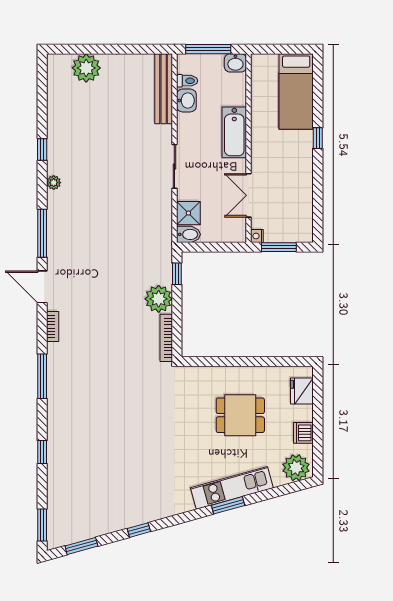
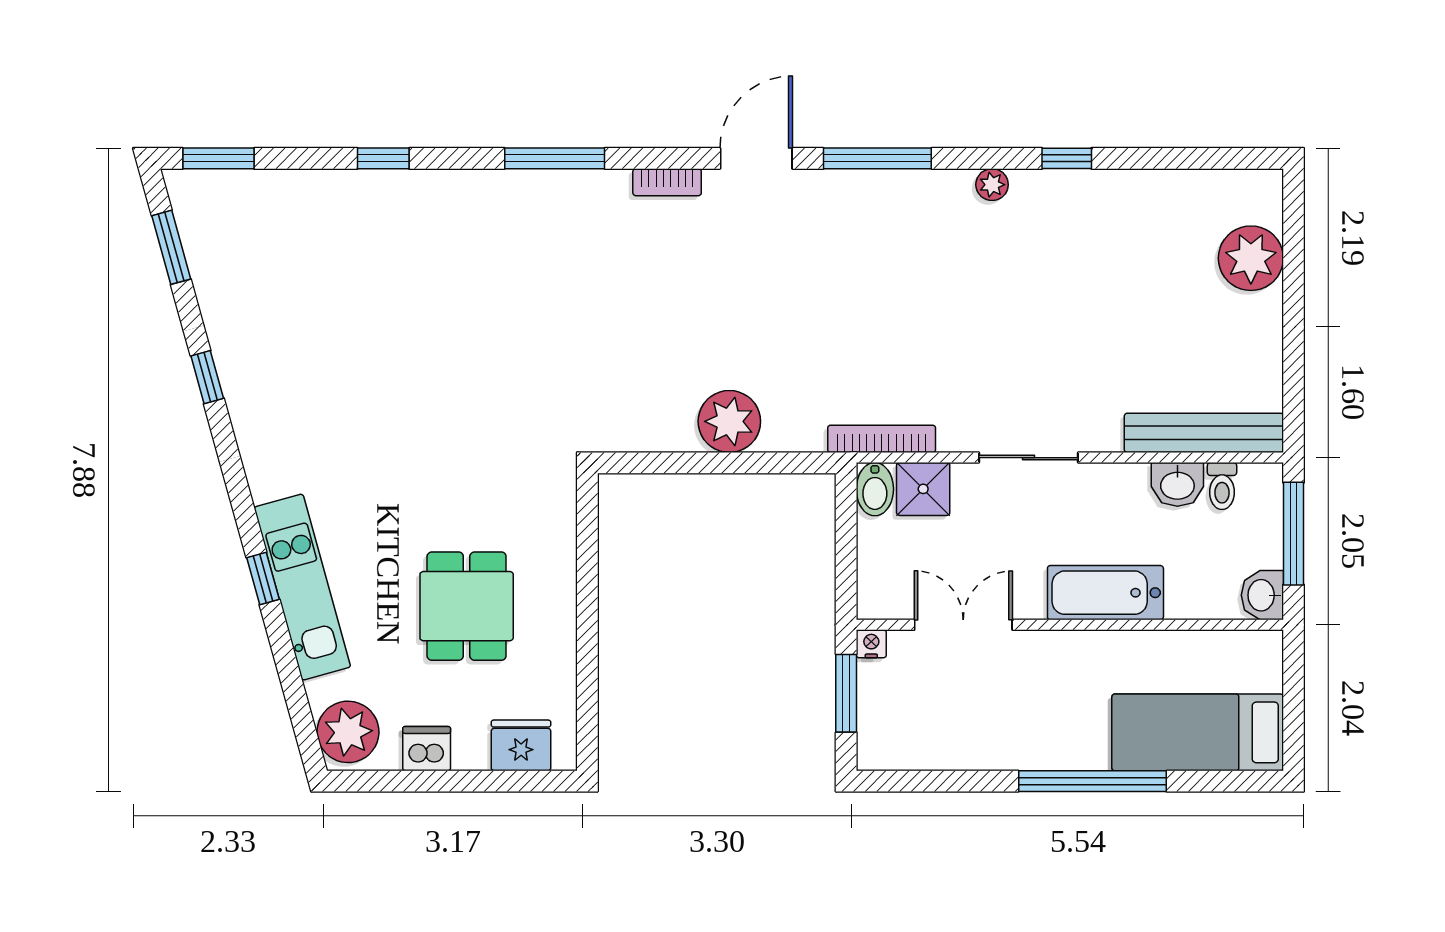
window: (318, 138) -> (1092, 781), width x3.17
window: (177, 274) -> (786, 463), removed
bookcase: (166, 338) -> (882, 439), moved
window: (228, 505) -> (263, 579), width x0.67

